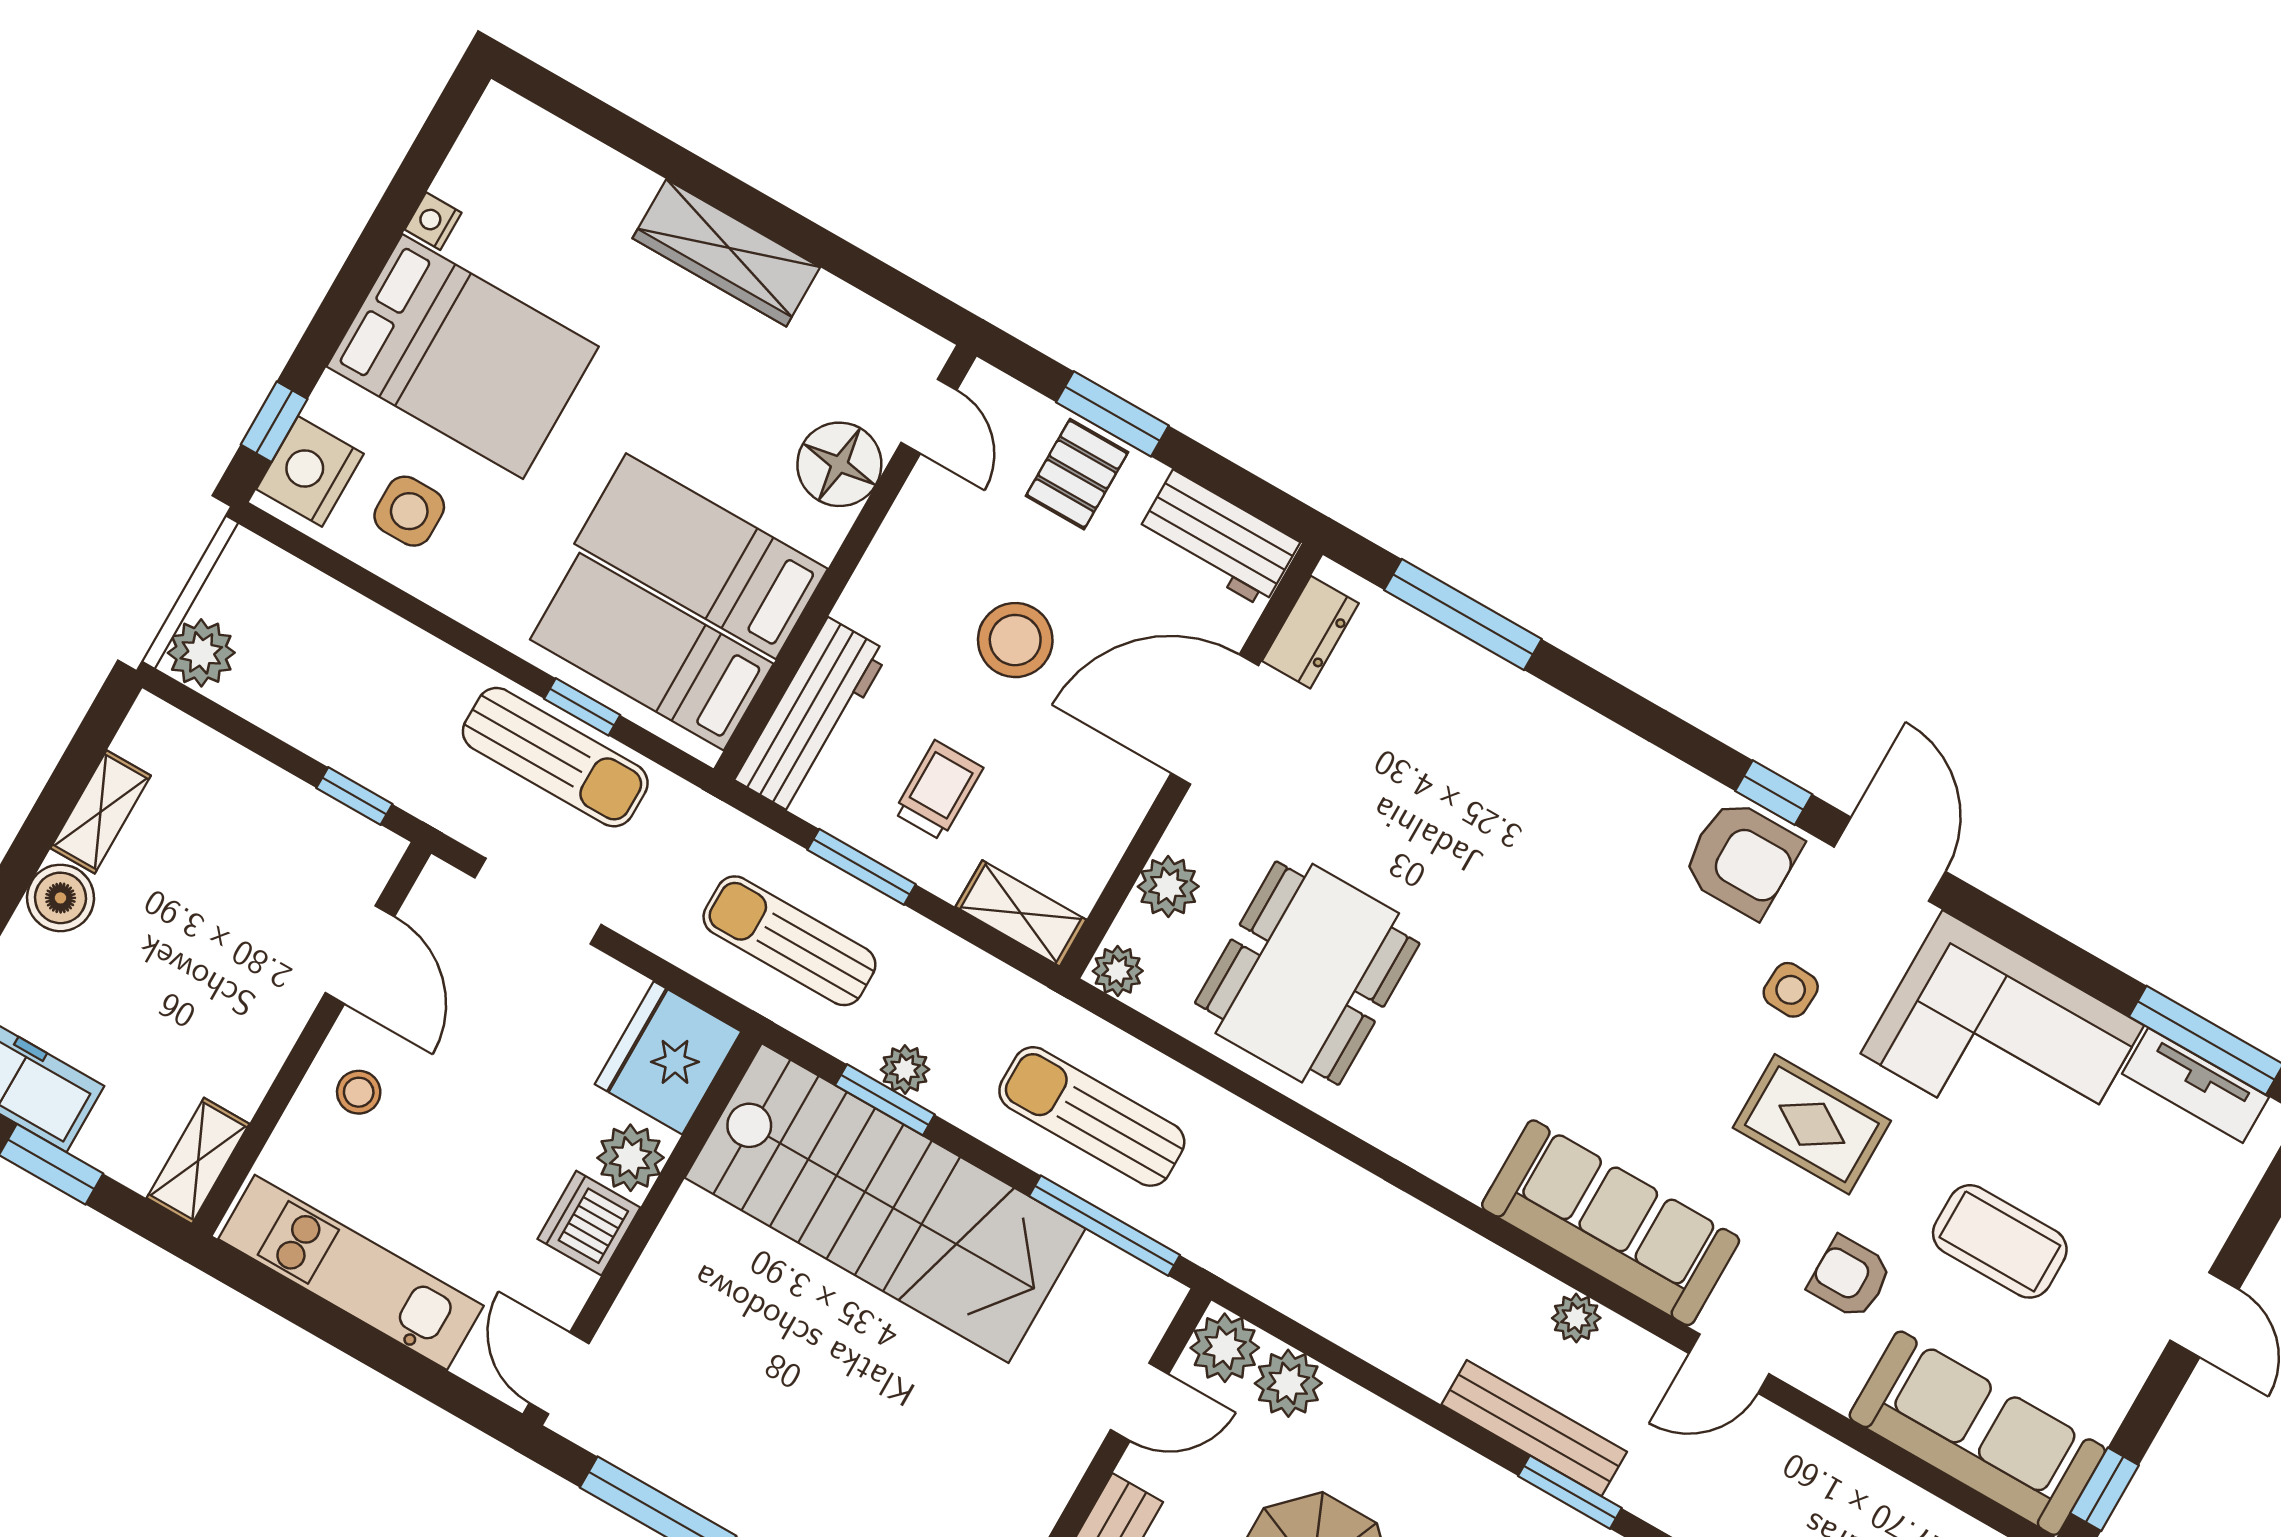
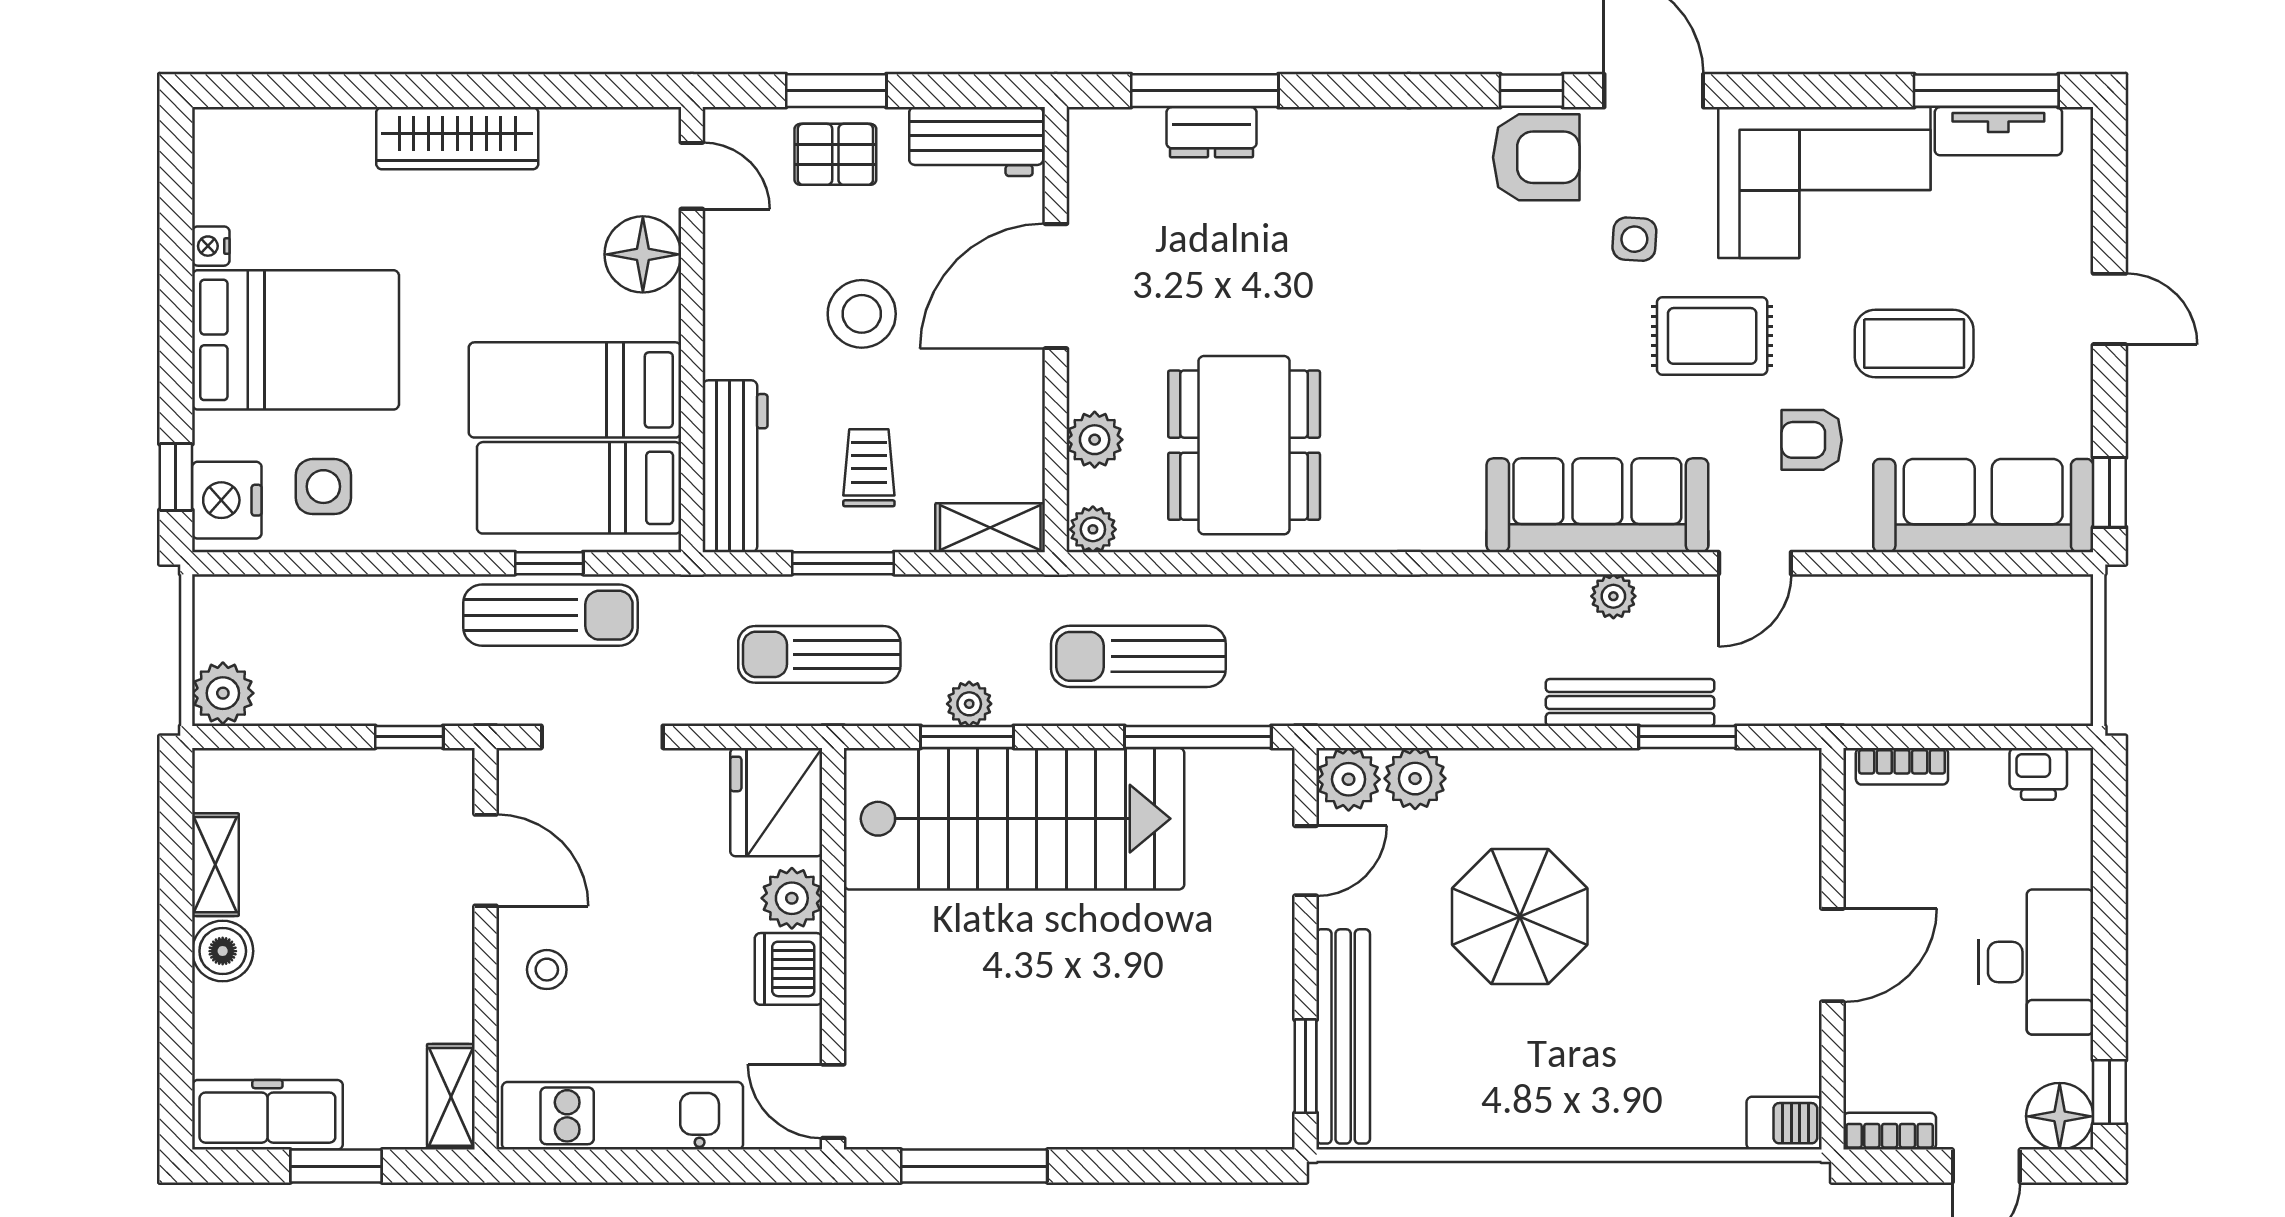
pallet: (1077, 474) -> (835, 154), turned 90
dresser: (1310, 632) -> (1211, 132), moved, turned 90

